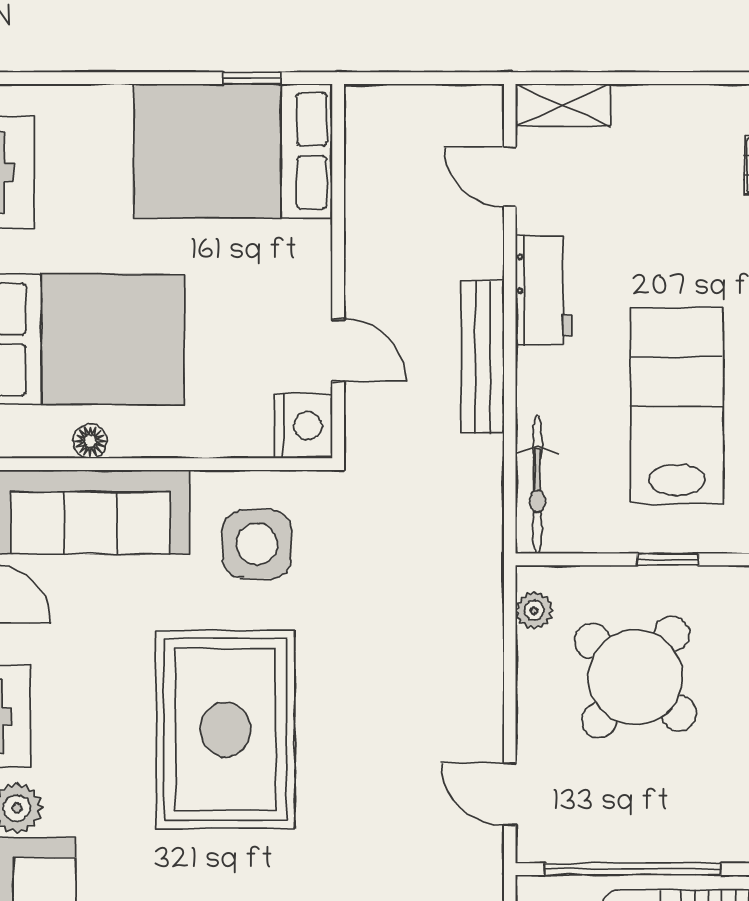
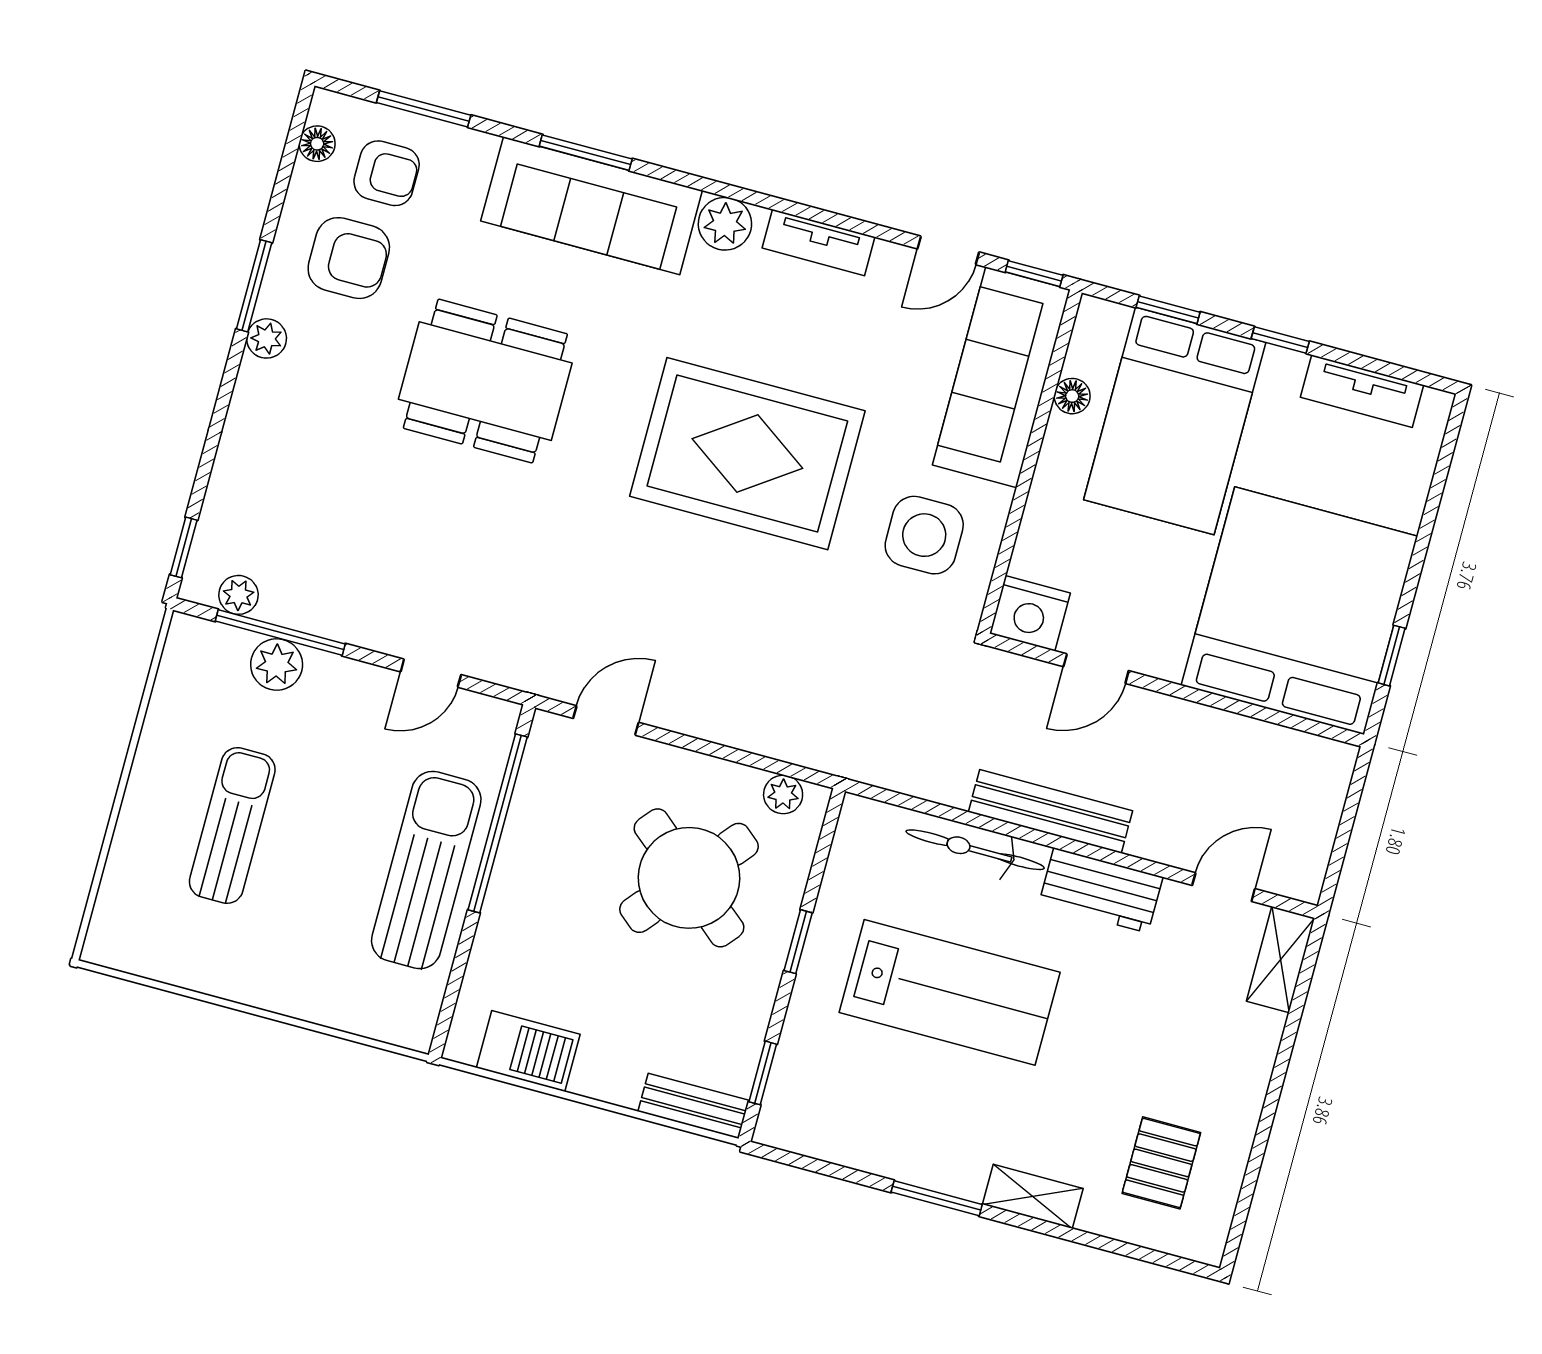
bed: (233, 151) -> (1300, 611), width x1.36
bicycle: (537, 485) -> (975, 850), moved

